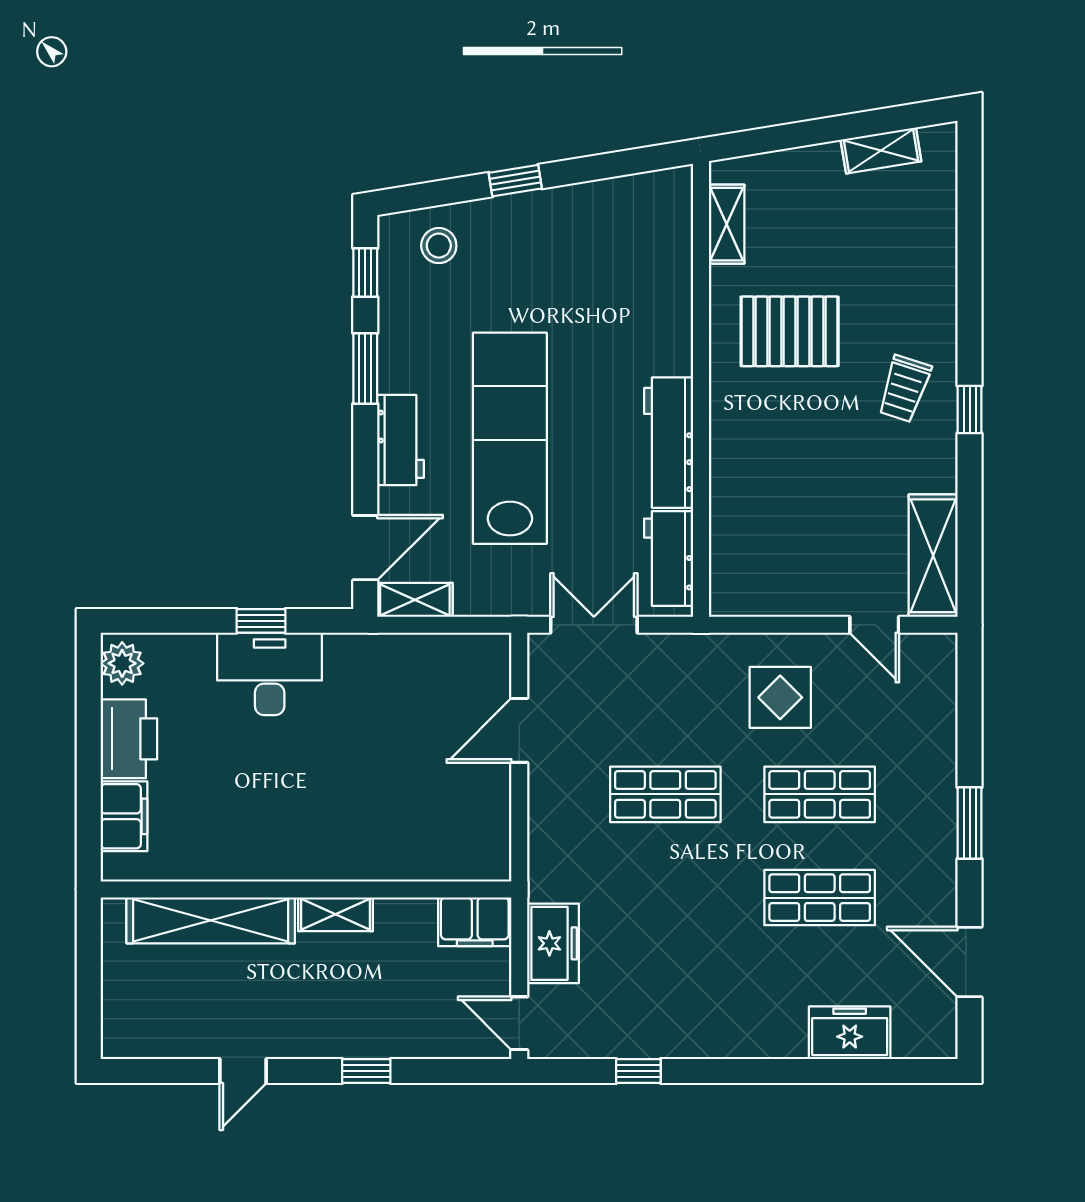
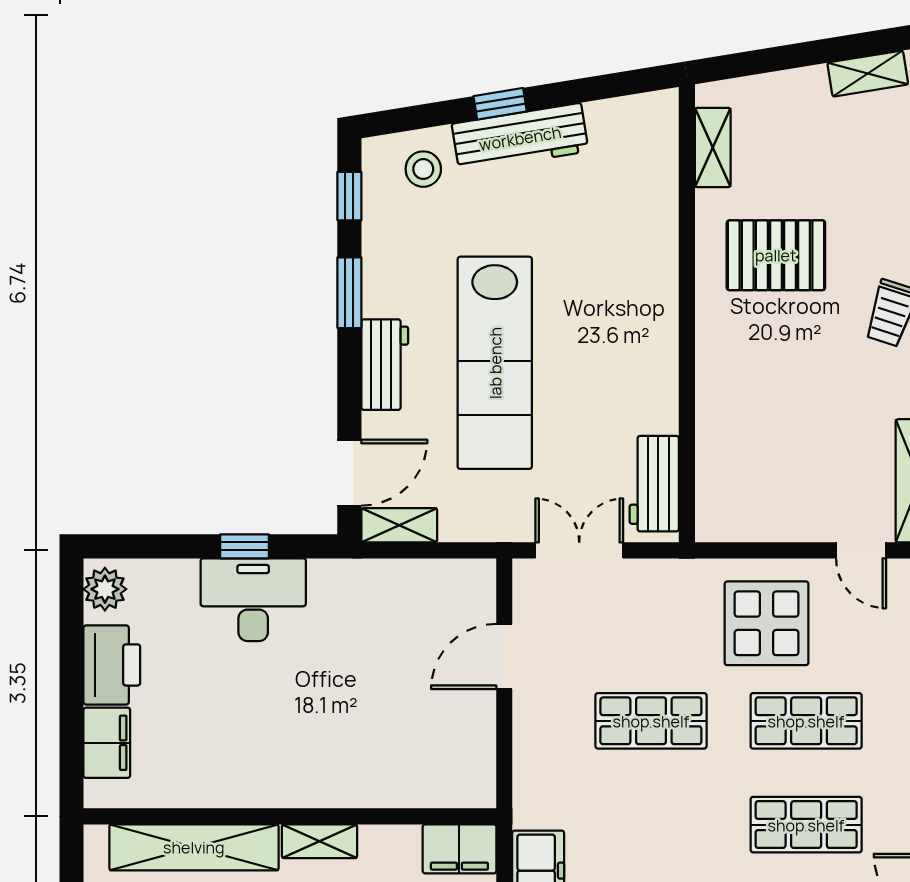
lab bench: (510, 438) -> (495, 363), turned 180
workbench: (669, 443) -> (520, 138), moved, turned -99
display table: (780, 697) -> (767, 623), width x1.36, depth x1.36

